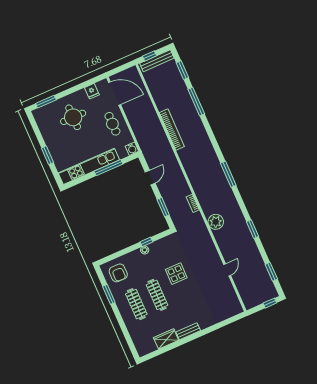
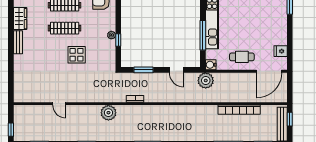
round table: (73, 117) -> (264, 23), removed
bookcase: (172, 130) -> (239, 110), moved
plant: (148, 147) -> (206, 81), added

